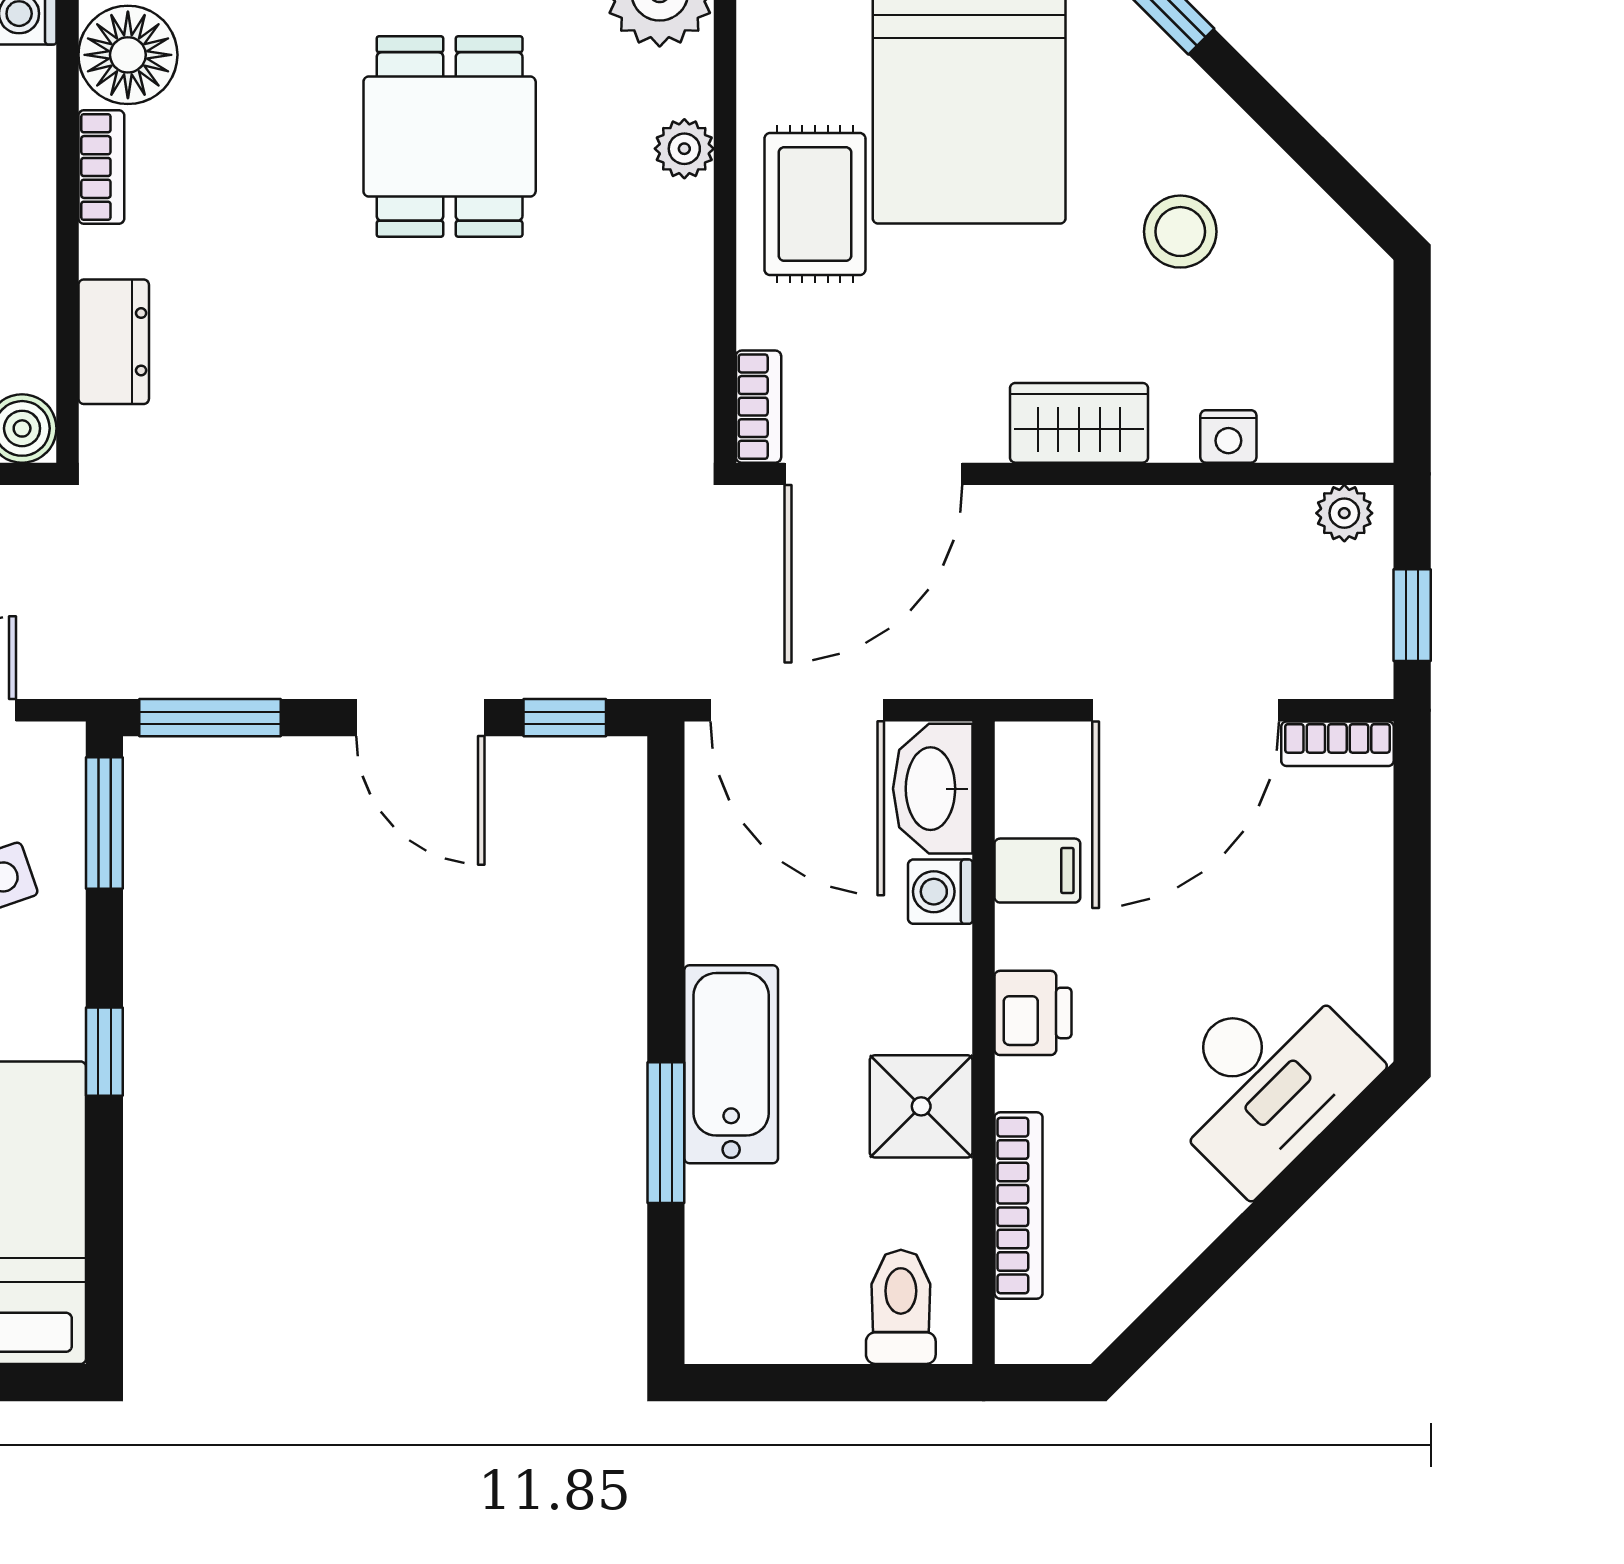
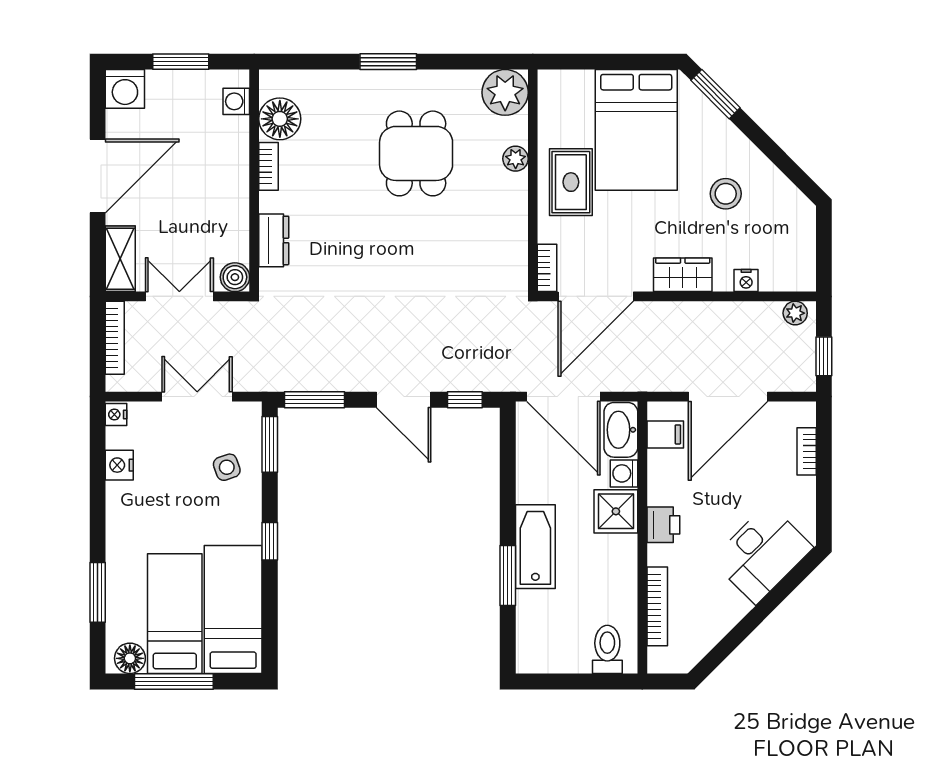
bookcase: (1337, 744) -> (807, 451), moved, turned 90
filing cabinet: (1037, 871) -> (665, 434), moved
shower: (921, 1106) -> (616, 511), moved

